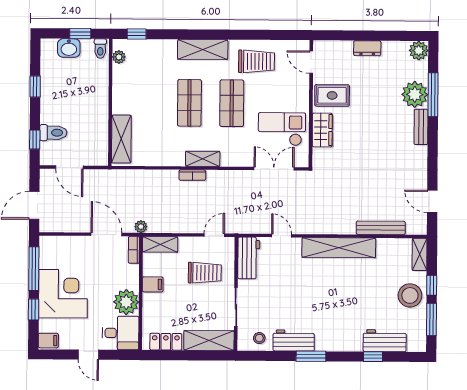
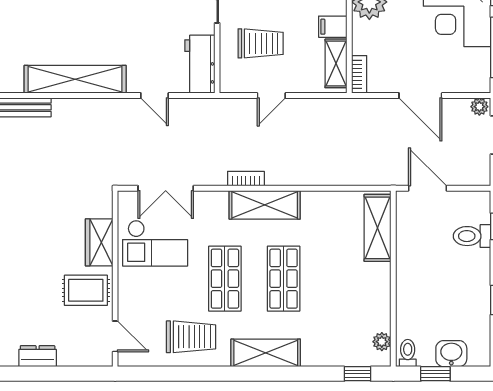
trolley: (257, 61) -> (191, 337), turned 180
shelving: (203, 159) -> (265, 205), width x1.50, depth x1.33
door: (69, 167) -> (428, 188), moved
bookcase: (192, 175) -> (246, 179), moved
plant: (141, 227) -> (479, 107), moved
door: (106, 234) -> (420, 96), moved
door: (214, 235) -> (271, 96), moved
shelving: (160, 244) -> (336, 63), moved, turned 90
trolley: (205, 273) -> (261, 43), turned 180

